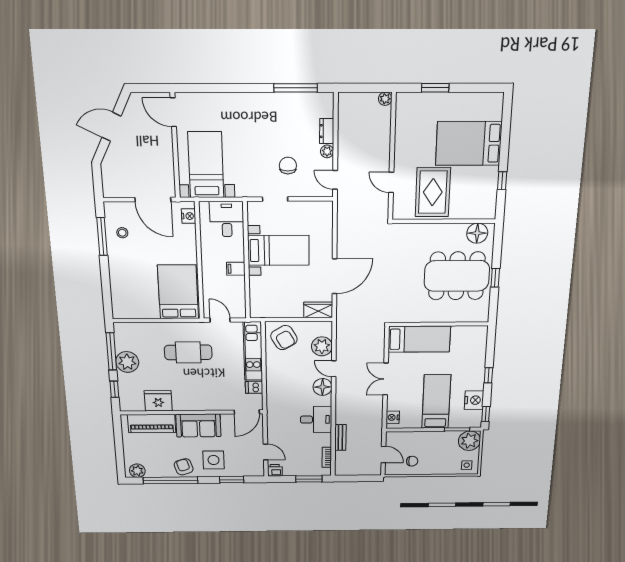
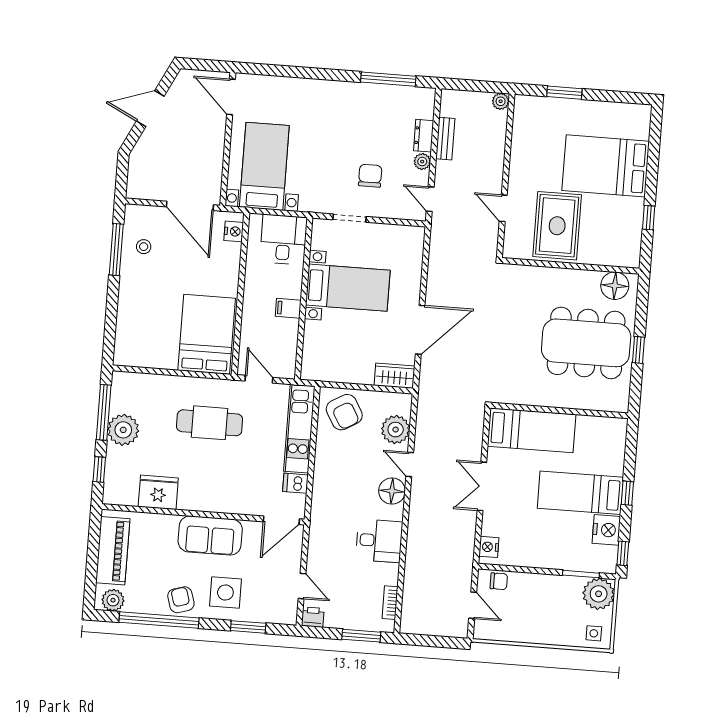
bed: (436, 402) -> (580, 493), moved, turned -90
piano: (152, 424) -> (113, 551), moved, turned -90
bench: (340, 437) -> (445, 139), moved
chair: (412, 461) -> (499, 581), moved

